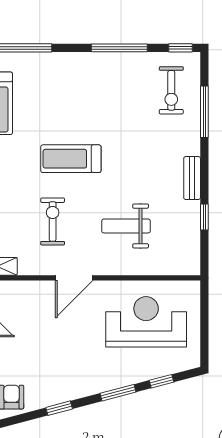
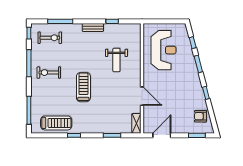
treadmill: (71, 159) -> (83, 87), turned 180
exercise bike: (53, 221) -> (49, 73), moved
door: (74, 278) -> (142, 96), moved
reception desk: (146, 322) -> (164, 50), turned 180

